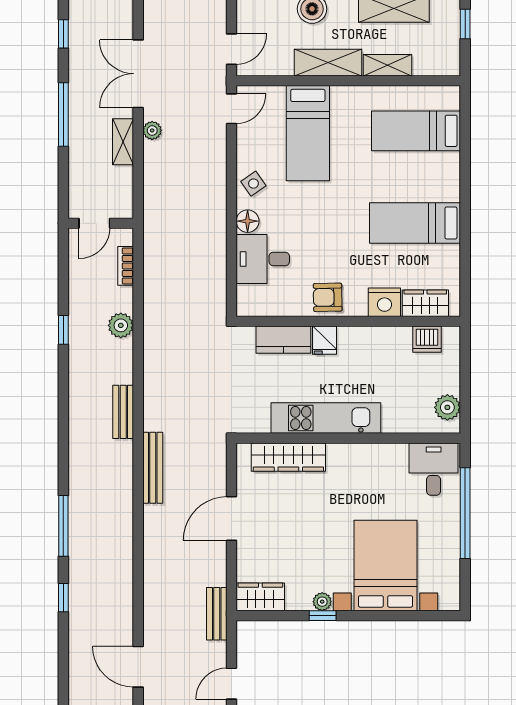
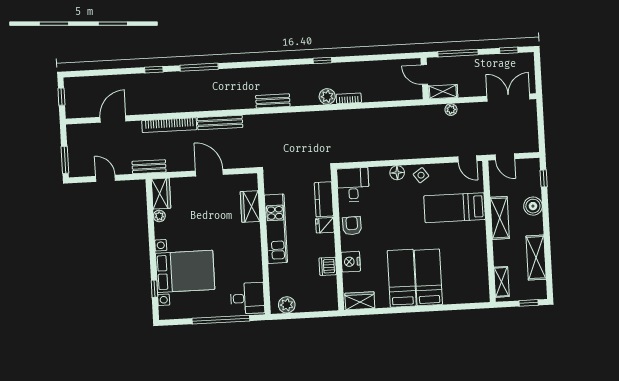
shelving: (387, 65) -> (501, 282), moved
double door: (138, 74) -> (508, 98), moved
bed: (416, 131) -> (428, 277), moved
door: (94, 223) -> (424, 75), moved
wall: (101, 223) -> (425, 79), moved
desk: (263, 259) -> (353, 185), moved
bookcase: (126, 266) -> (349, 98), moved
wardrobe: (425, 303) -> (360, 301), moved, turned -90
dishwasher: (427, 339) -> (328, 266), moved
wardrobe: (288, 457) -> (250, 206), width x0.67
bench: (153, 468) -> (220, 122), moved
bookcase: (153, 578) -> (169, 125), added
plant: (322, 602) -> (159, 216), moved
window: (323, 616) -> (154, 289), moved

